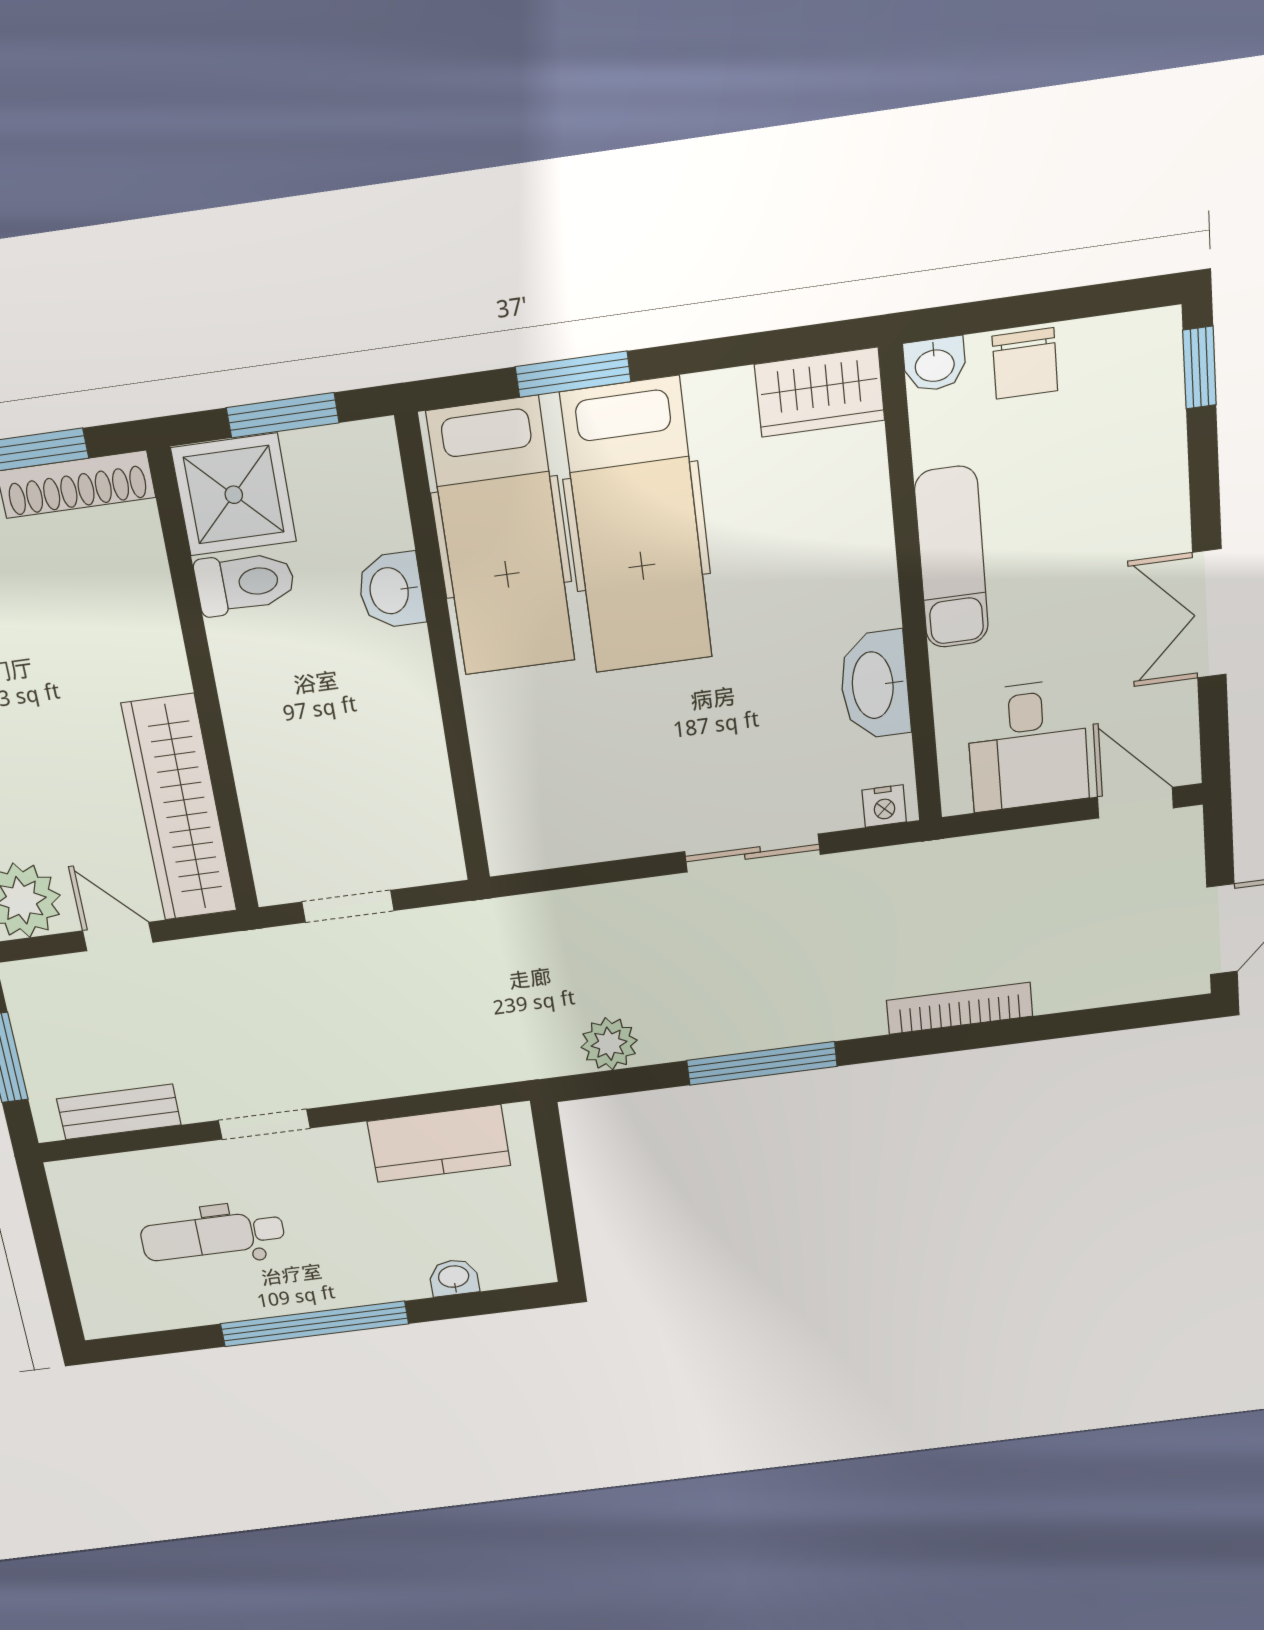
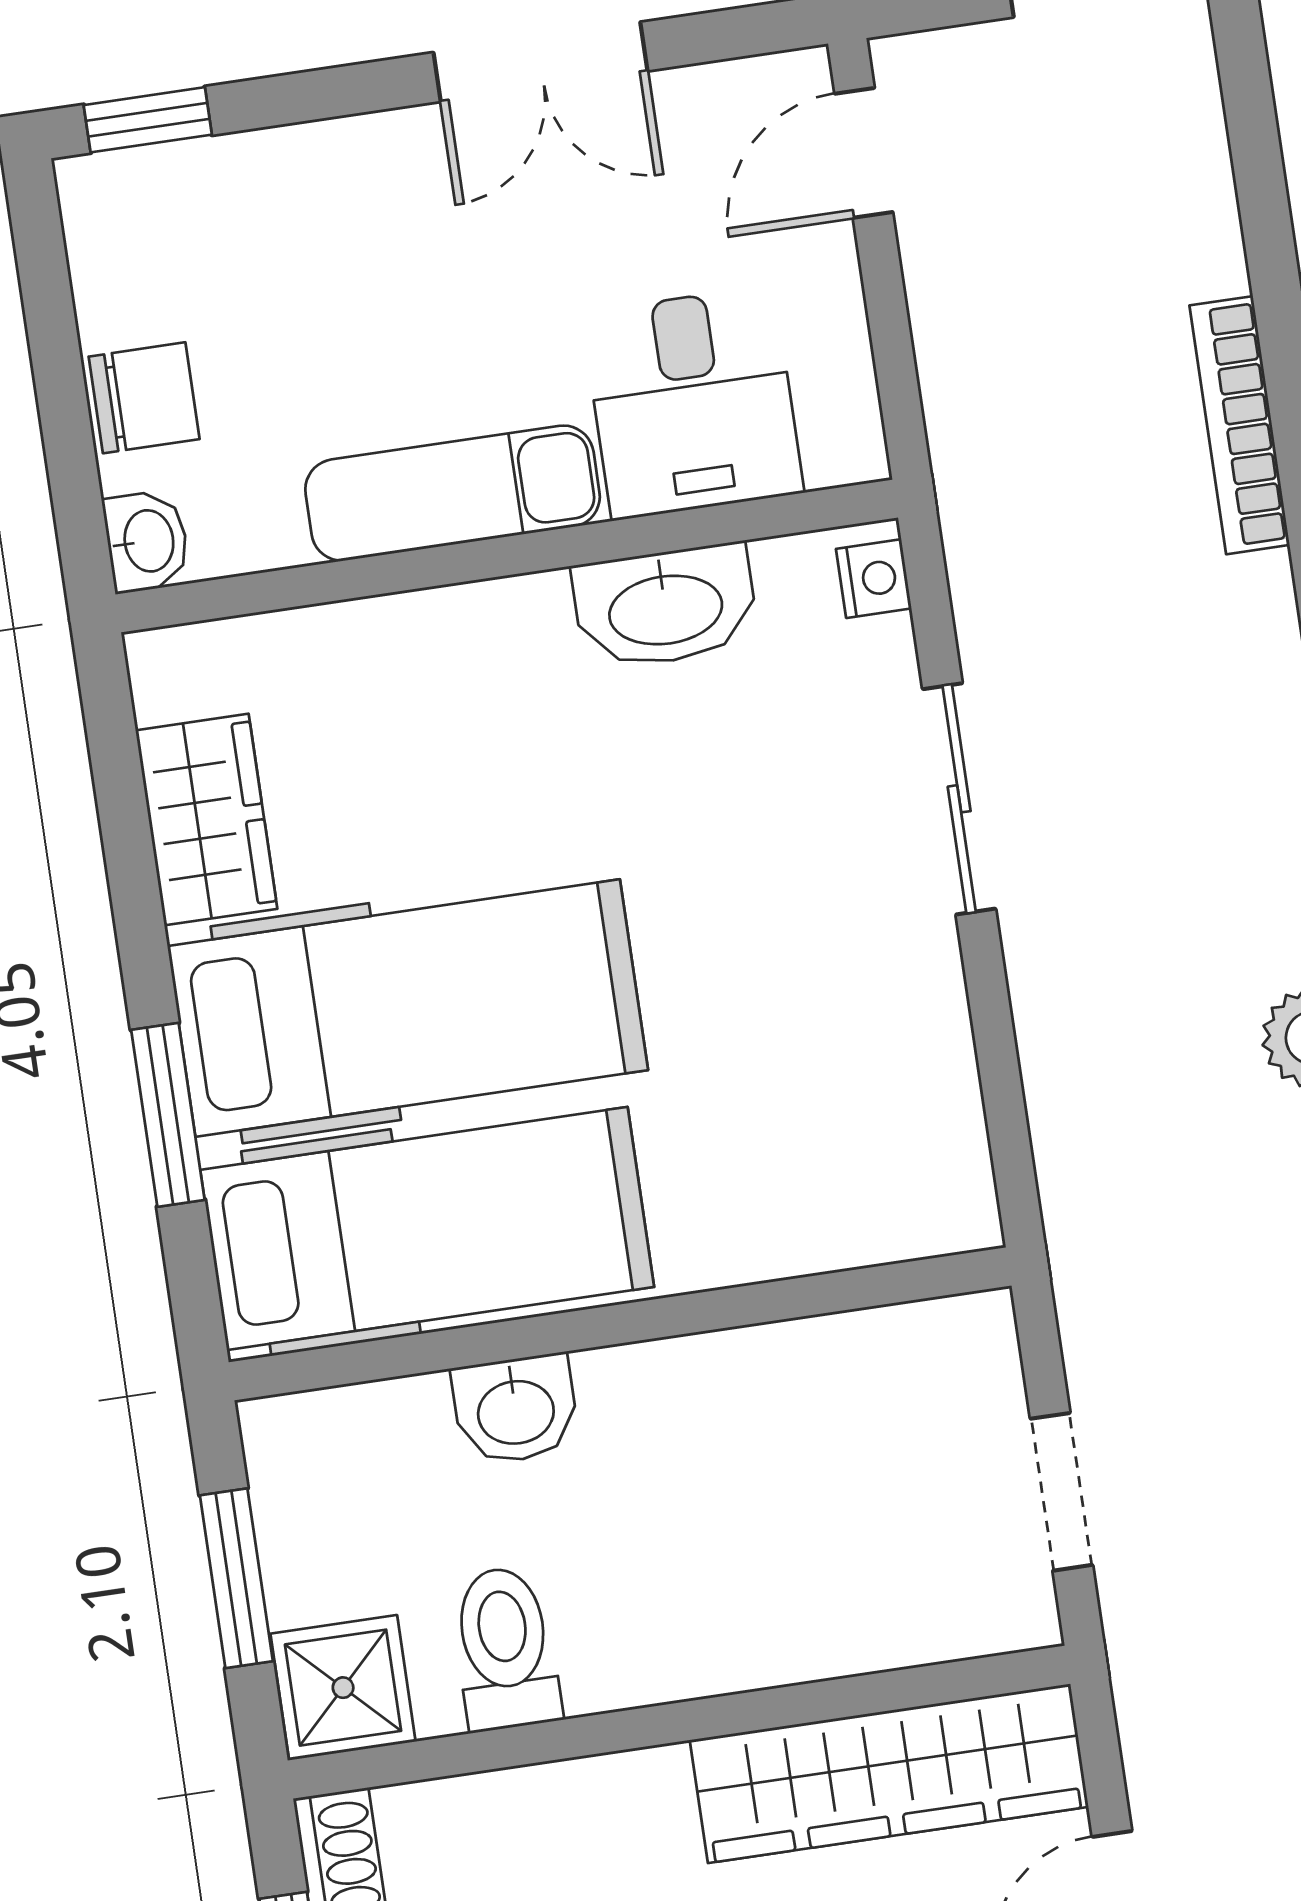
wardrobe: (820, 392) -> (206, 820), moved
shower: (234, 495) -> (343, 1688), width x0.73, depth x0.73
desk: (1028, 745) -> (693, 403), moved, turned 90

